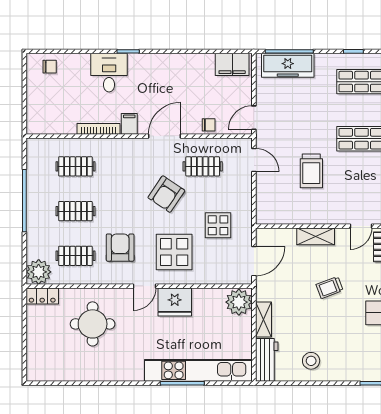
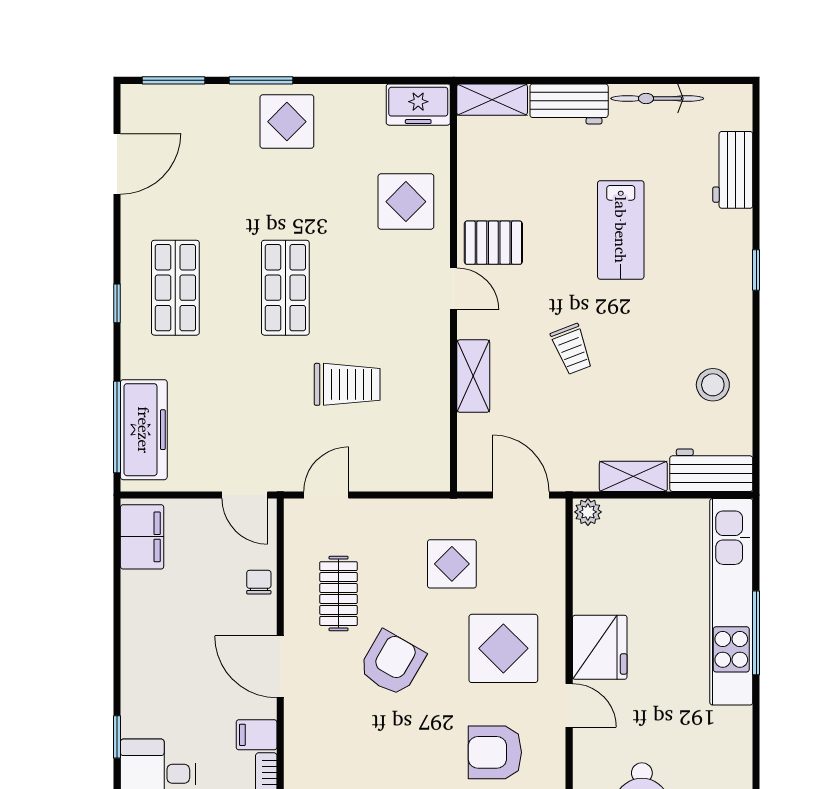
armchair: (166, 194) -> (392, 663), turned -94
plant: (239, 302) -> (588, 512), width x0.53, depth x0.53

